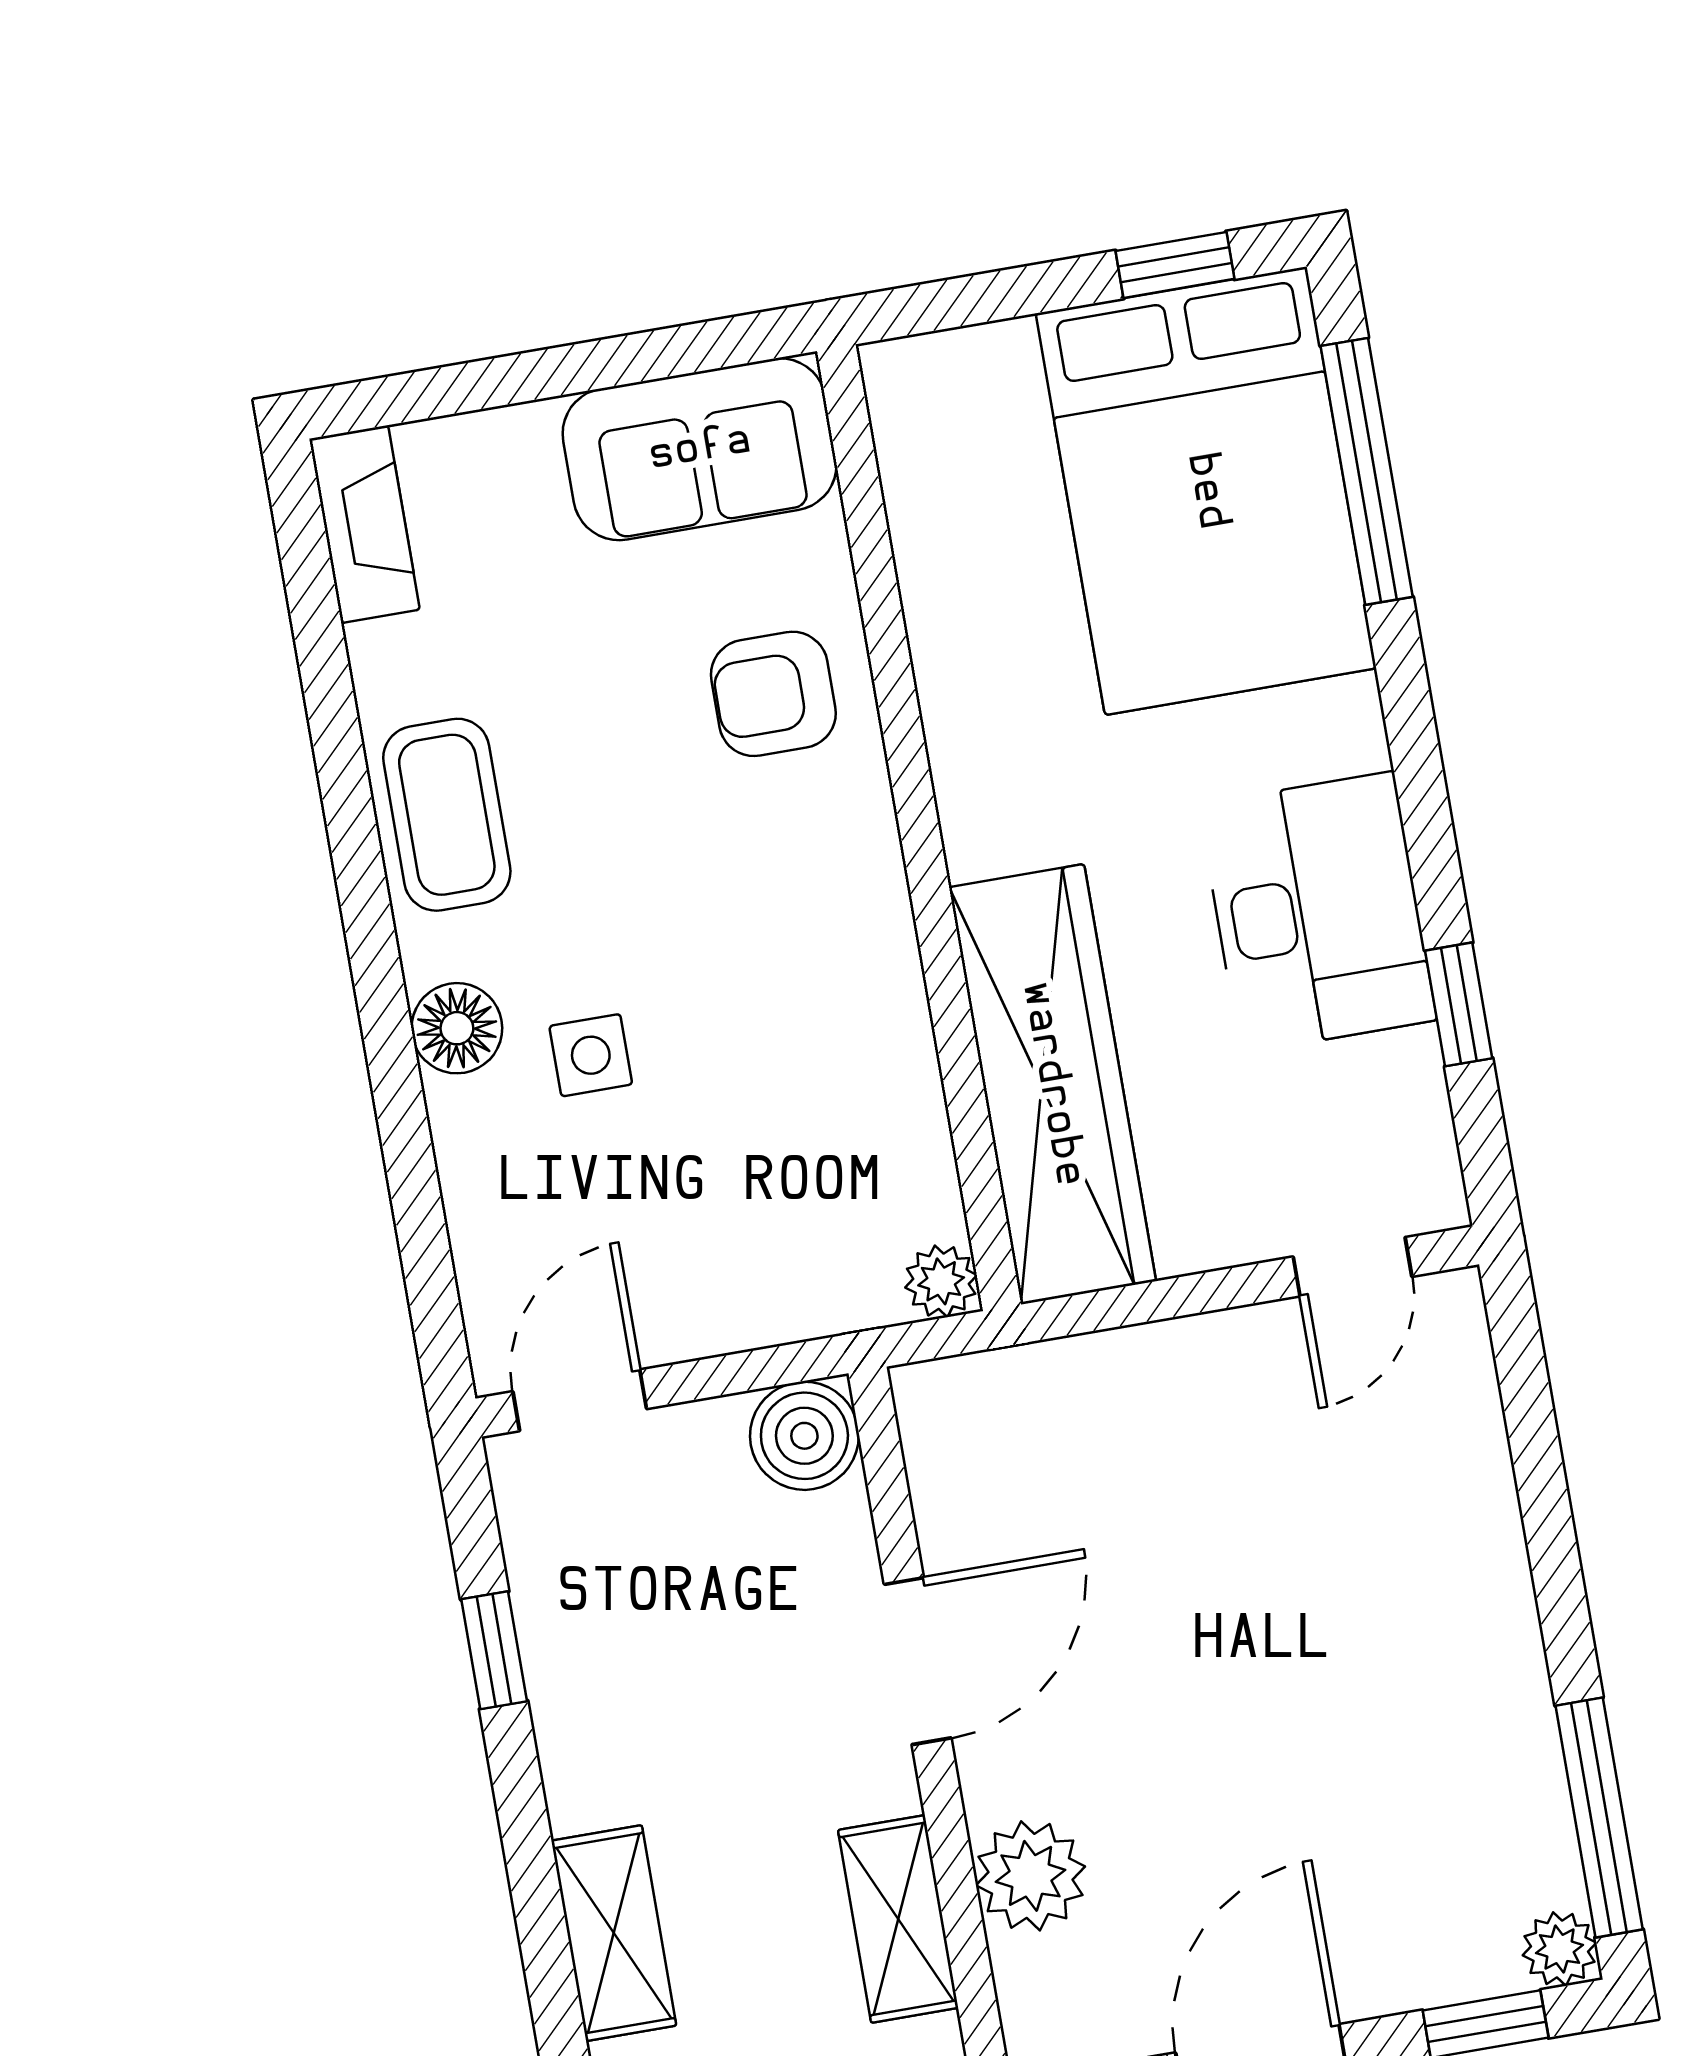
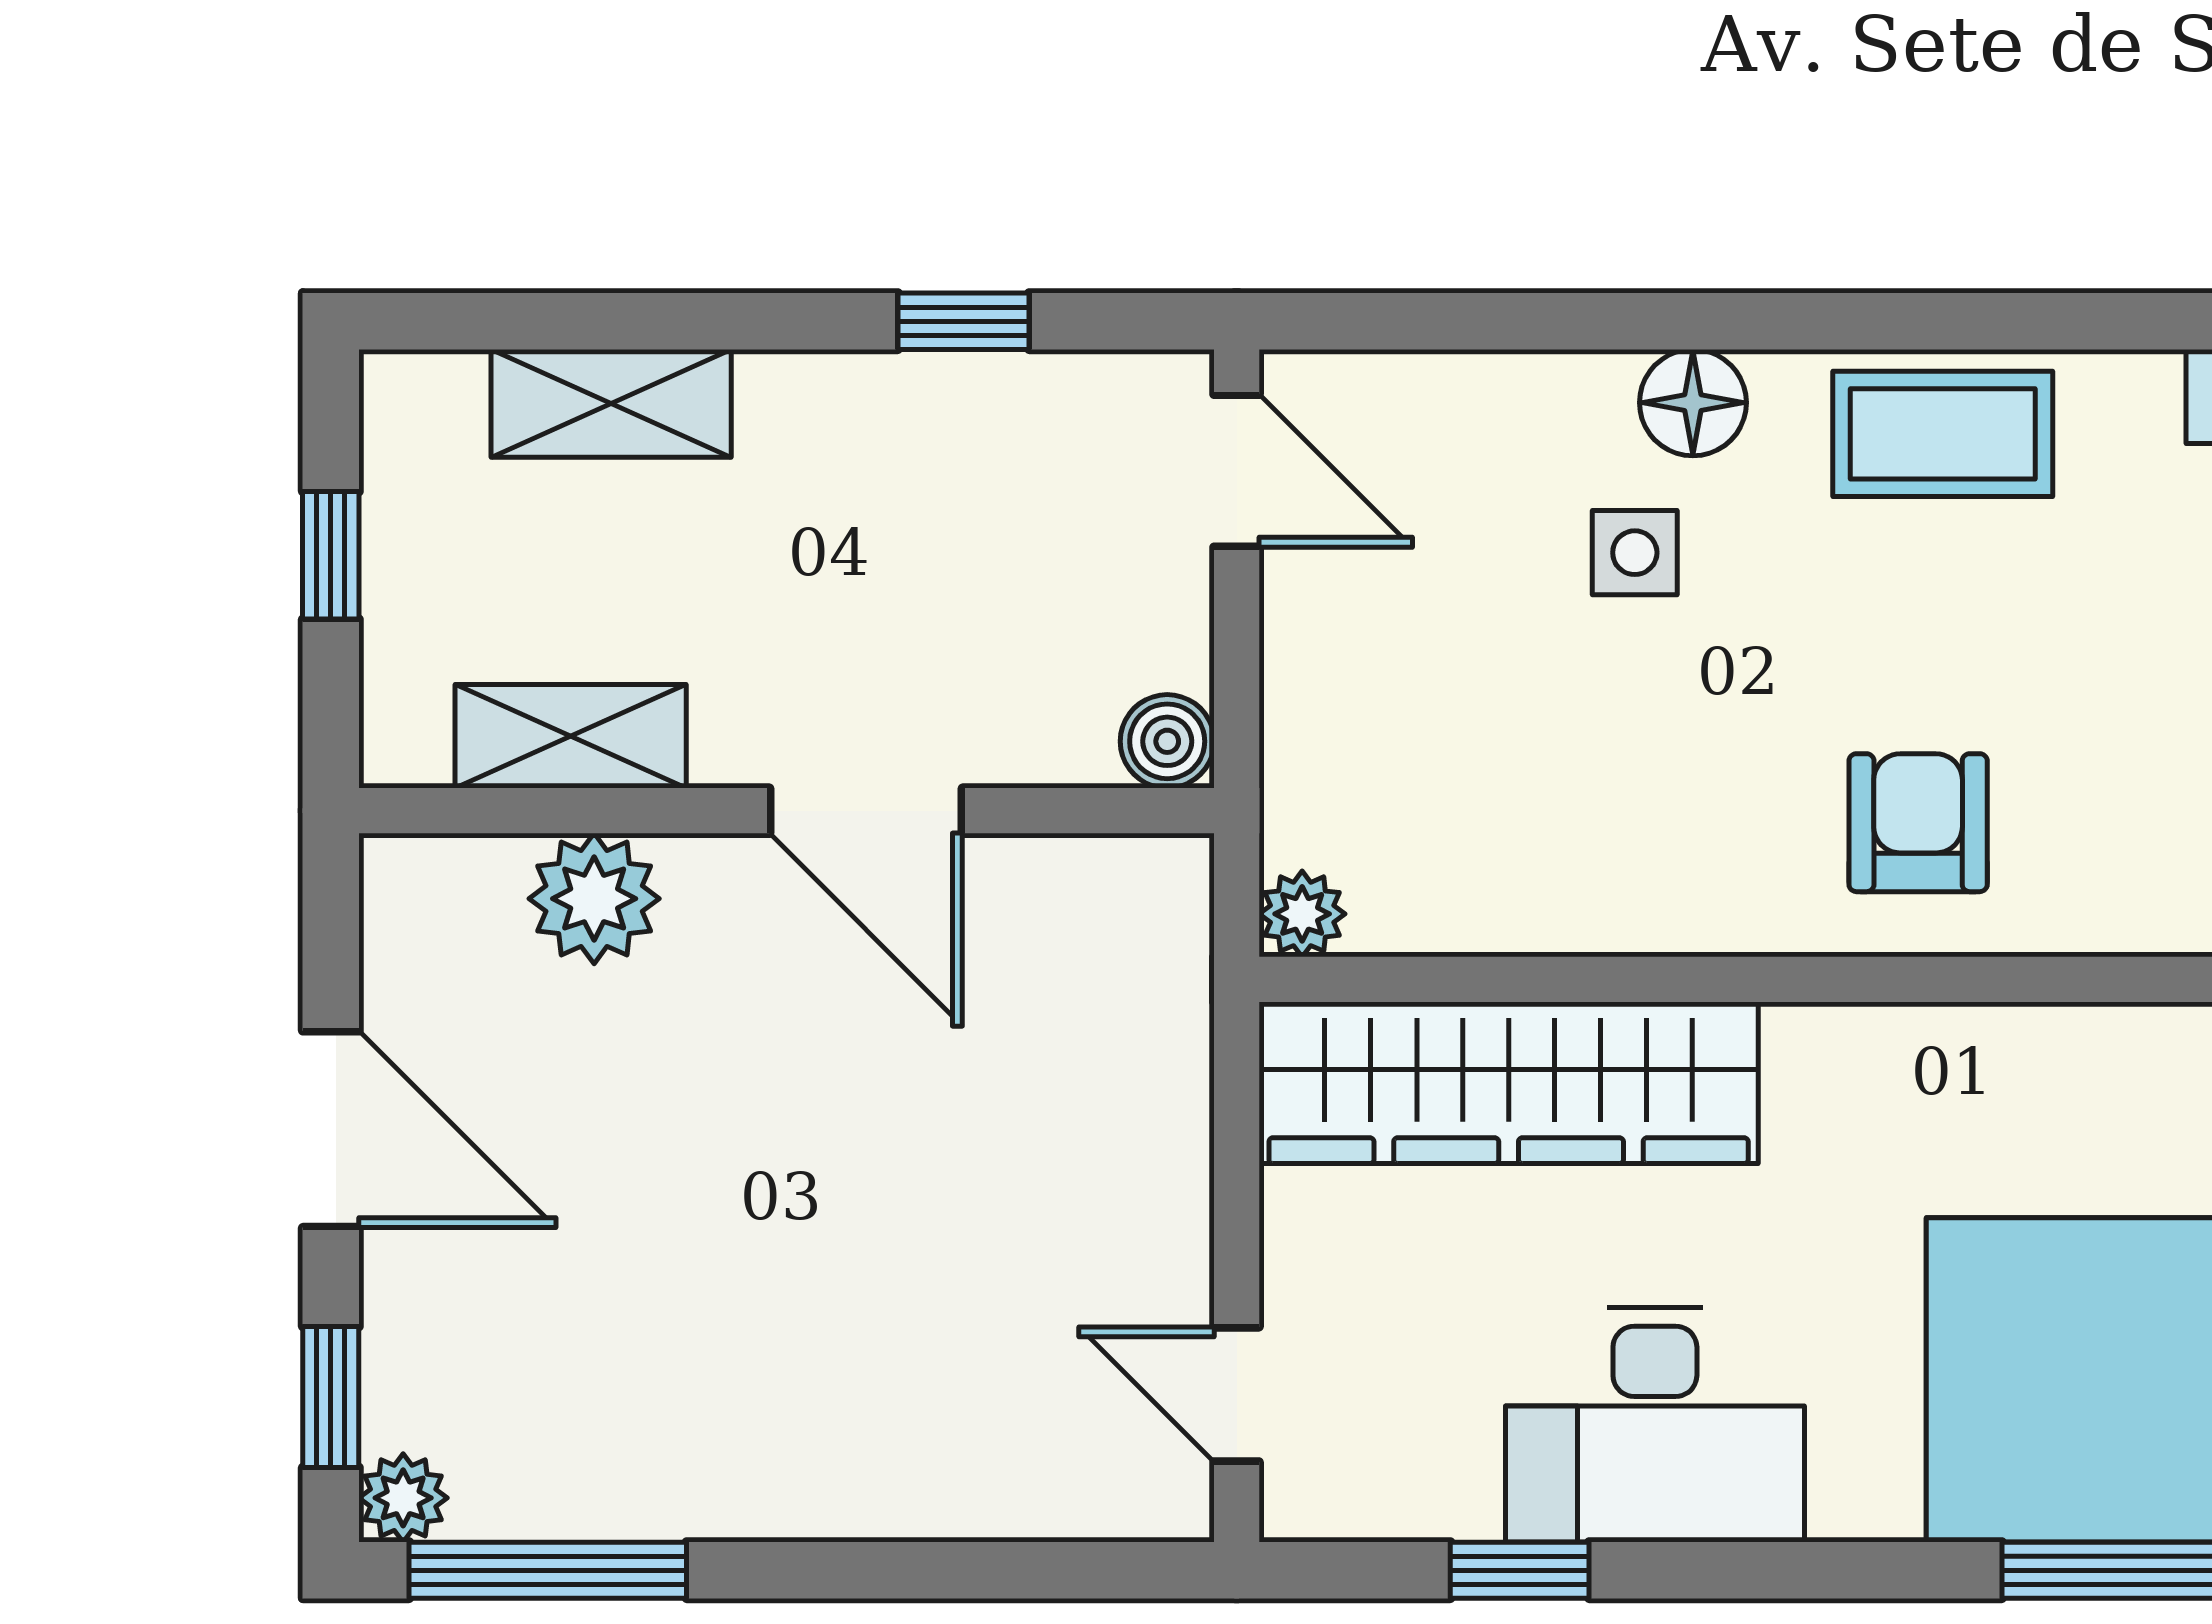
armchair: (773, 694) -> (1918, 823), moved
boiler: (804, 1436) -> (1167, 741), width x0.73, depth x0.73

